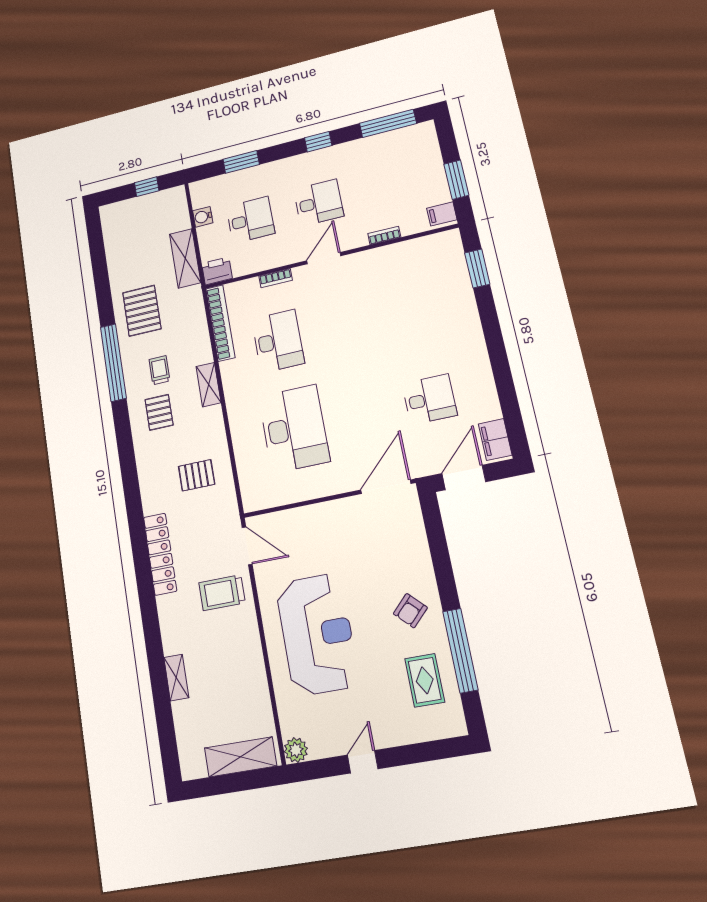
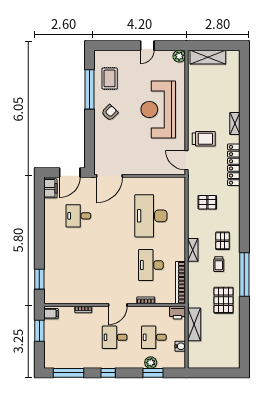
plant: (248, 177) -> (151, 363), added
window: (147, 187) -> (210, 373), removed
shelving: (176, 678) -> (235, 124), moved

